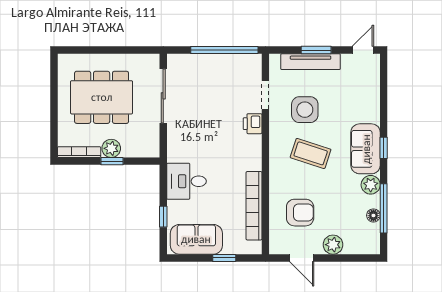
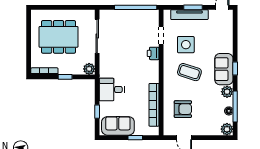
plant: (111, 148) -> (89, 69), moved
plant: (333, 245) -> (227, 129), moved

